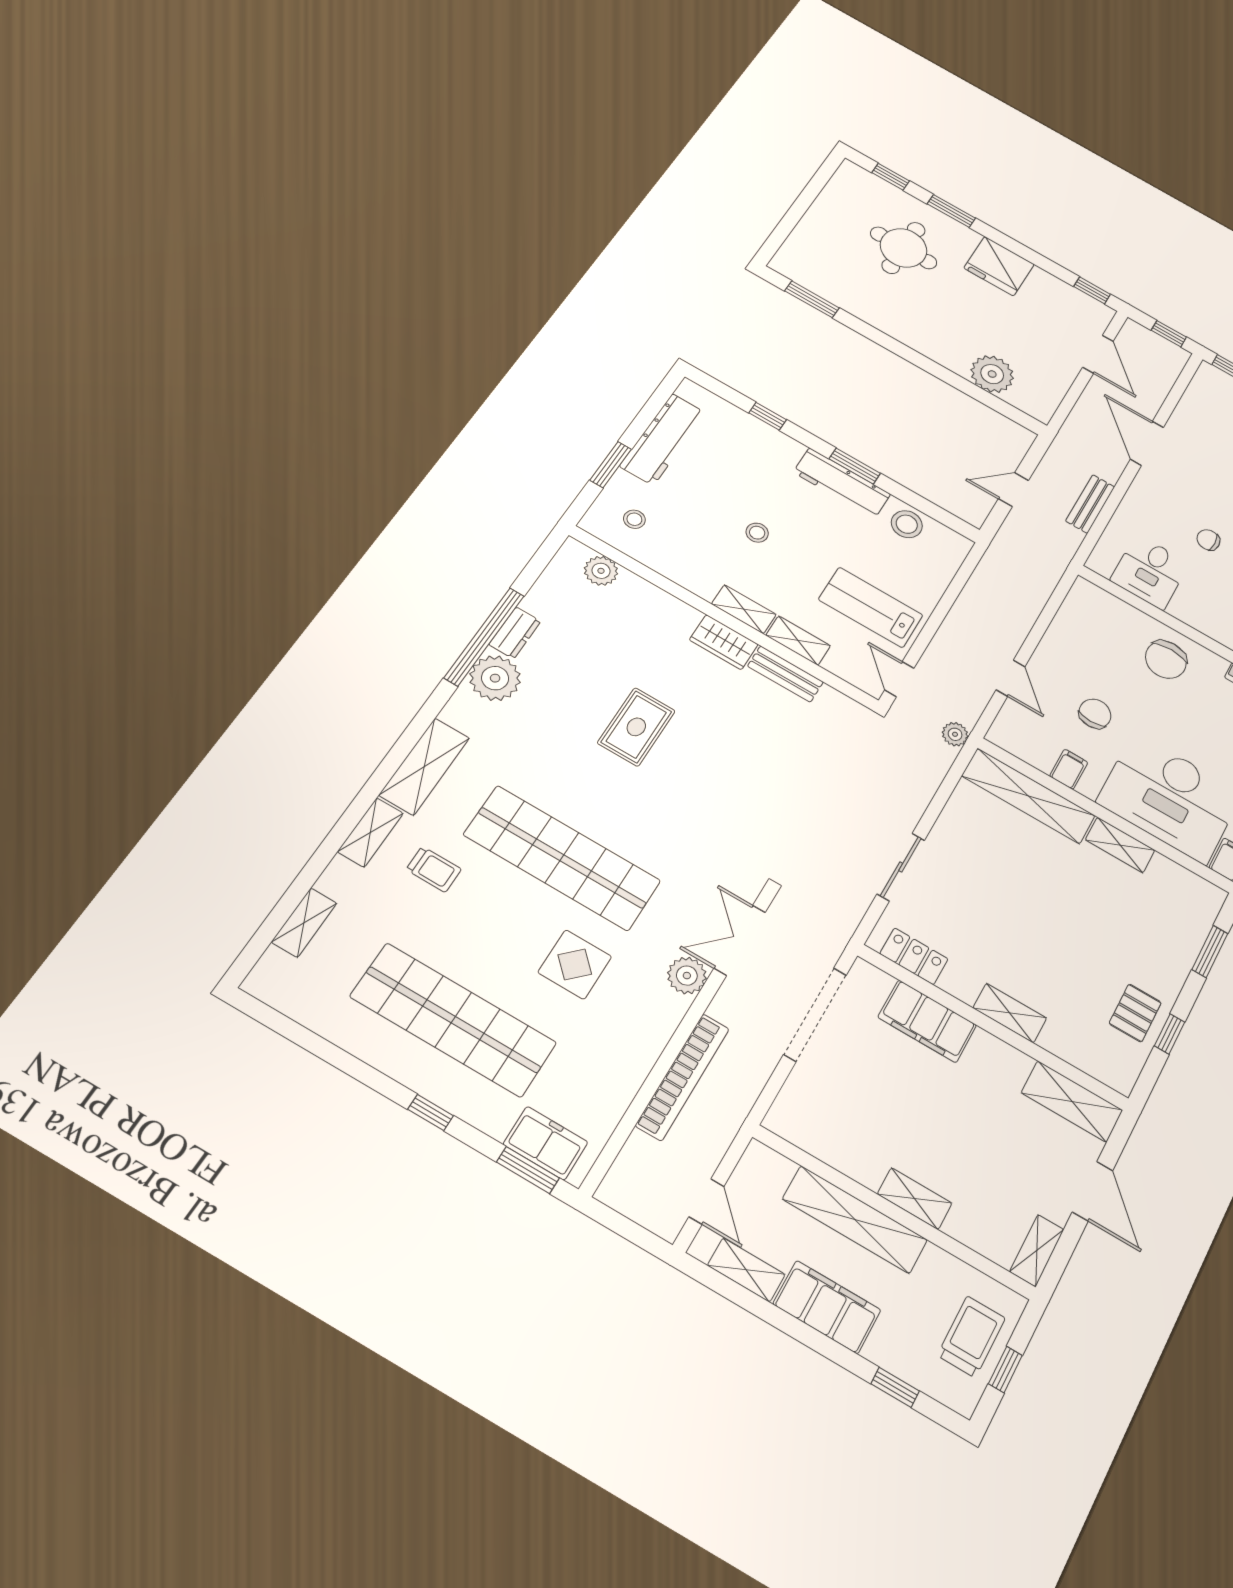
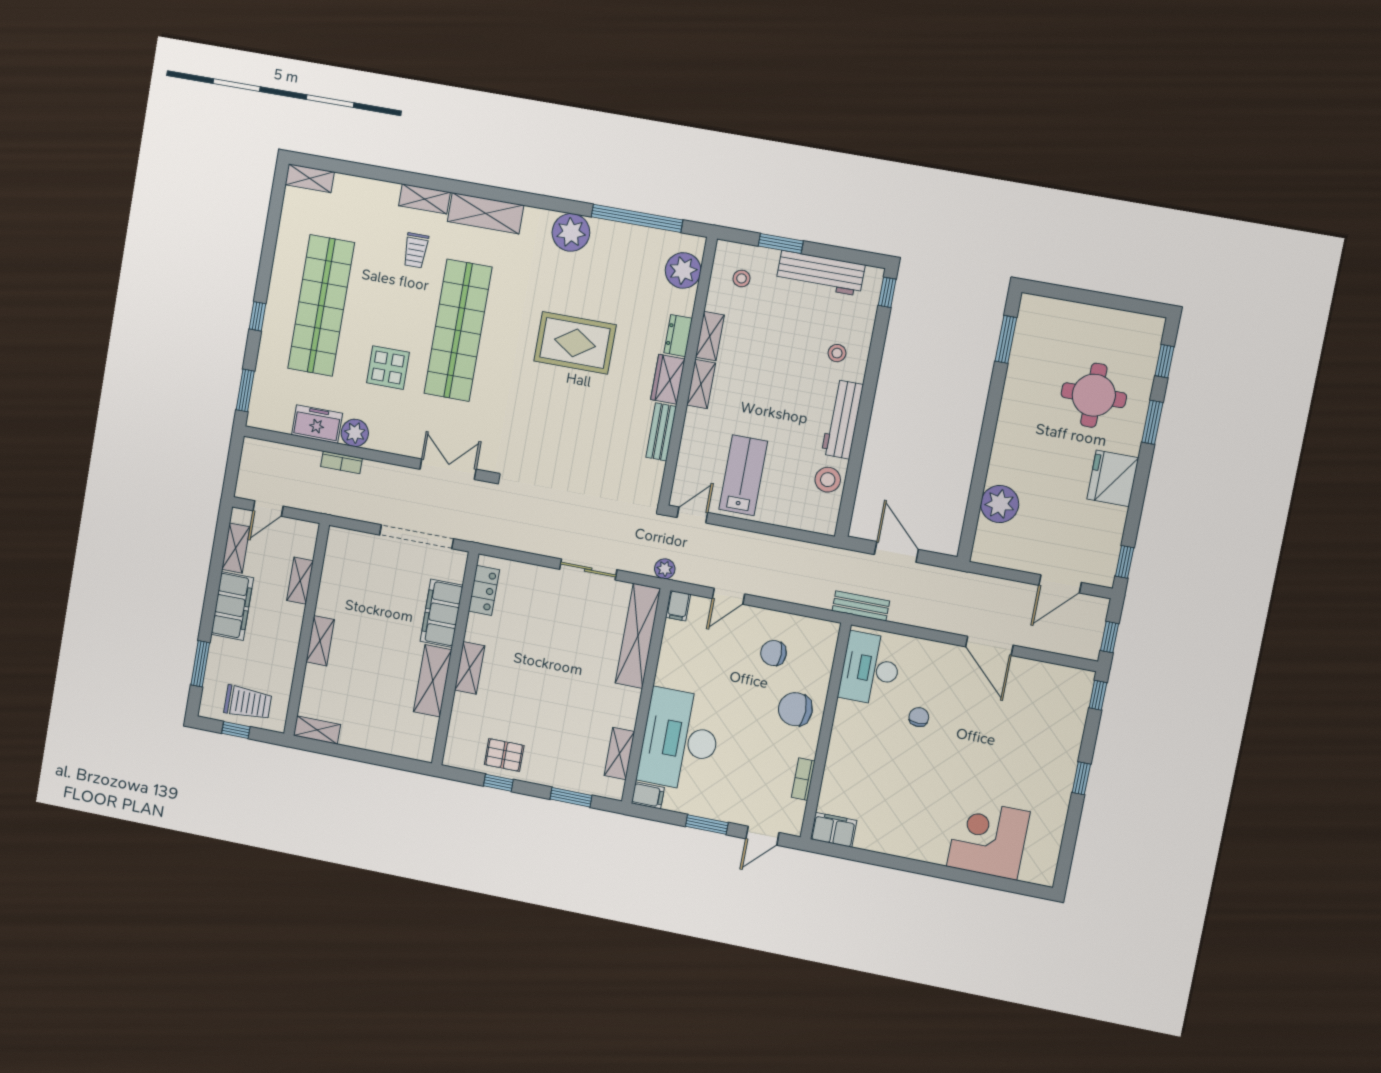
window: (768, 416) -> (887, 292), moved
door: (1147, 443) -> (989, 646), swing flipped
window: (855, 466) -> (862, 424), removed
door: (1013, 490) -> (896, 552), width x1.38
bench: (1090, 504) -> (861, 606), moved
stool: (757, 533) -> (837, 353), moved
plant: (601, 571) -> (683, 270), width x1.36, depth x1.36
desk: (1150, 572) -> (870, 669), width x1.37
dresser: (515, 633) -> (678, 336), moved, turned 90
window: (484, 637) -> (637, 218), moved
shelving: (798, 641) -> (710, 336), moved
chair: (1095, 714) -> (774, 653), moved, turned 180
rug: (636, 727) -> (575, 343), width x1.36, depth x1.43
filing cabinet: (1069, 769) -> (678, 606), moved, turned 90
shelving: (1120, 845) -> (619, 754), moved
sliding door: (901, 867) -> (588, 570), moved
shelving: (304, 923) -> (310, 178), moved
plant: (687, 976) -> (355, 433), moved
bookcase: (683, 1077) -> (342, 462), width x0.43, depth x0.76
shelving: (1072, 1101) -> (433, 681), moved
freezer: (545, 1143) -> (317, 424), moved, turned -90
door: (1093, 1191) -> (369, 757), removed
shelving: (855, 1219) -> (300, 581), width x0.45, depth x0.75
window: (895, 1387) -> (200, 664), width x1.50

